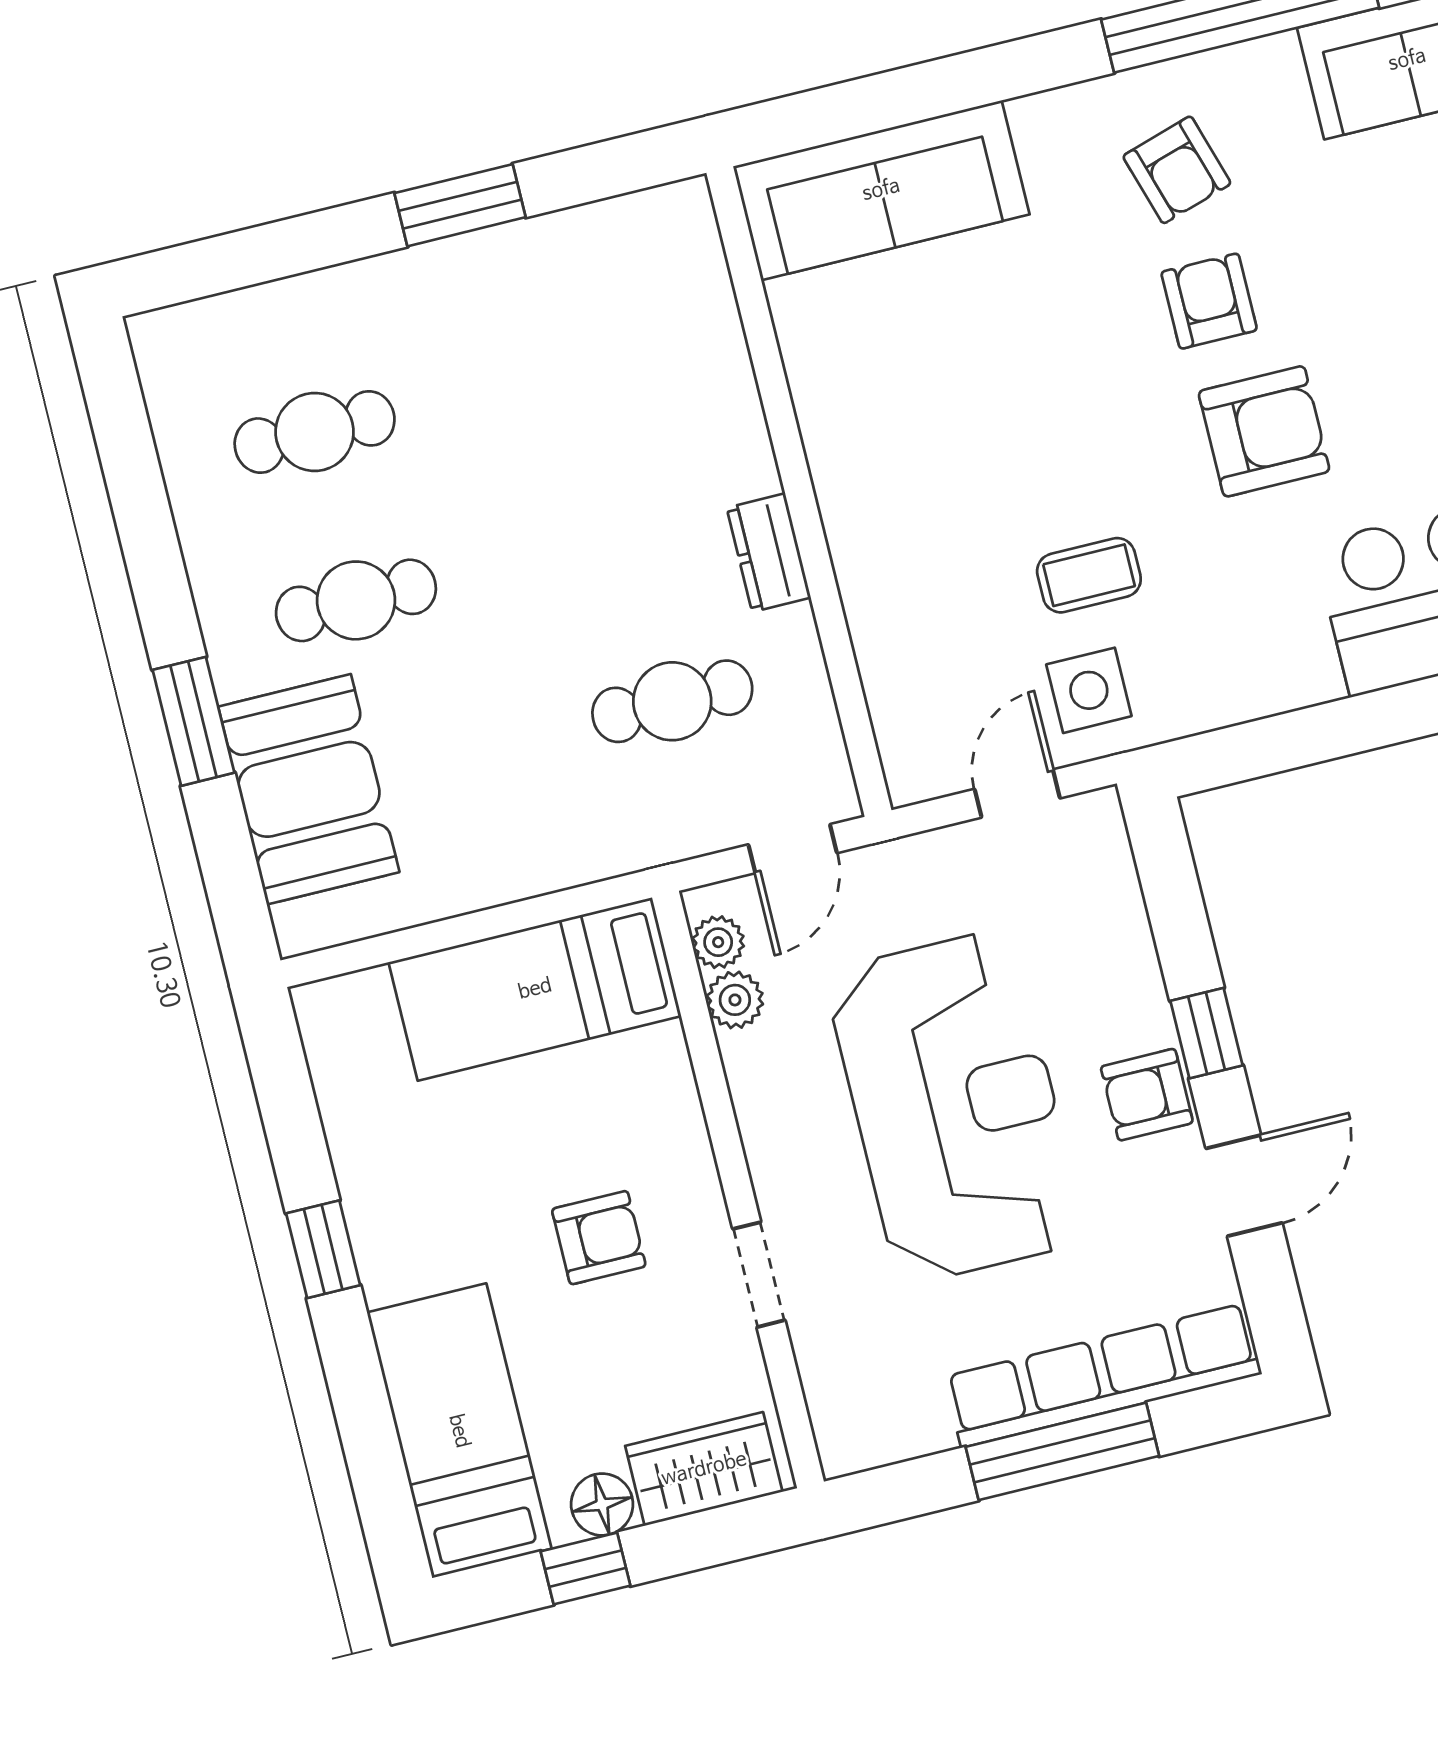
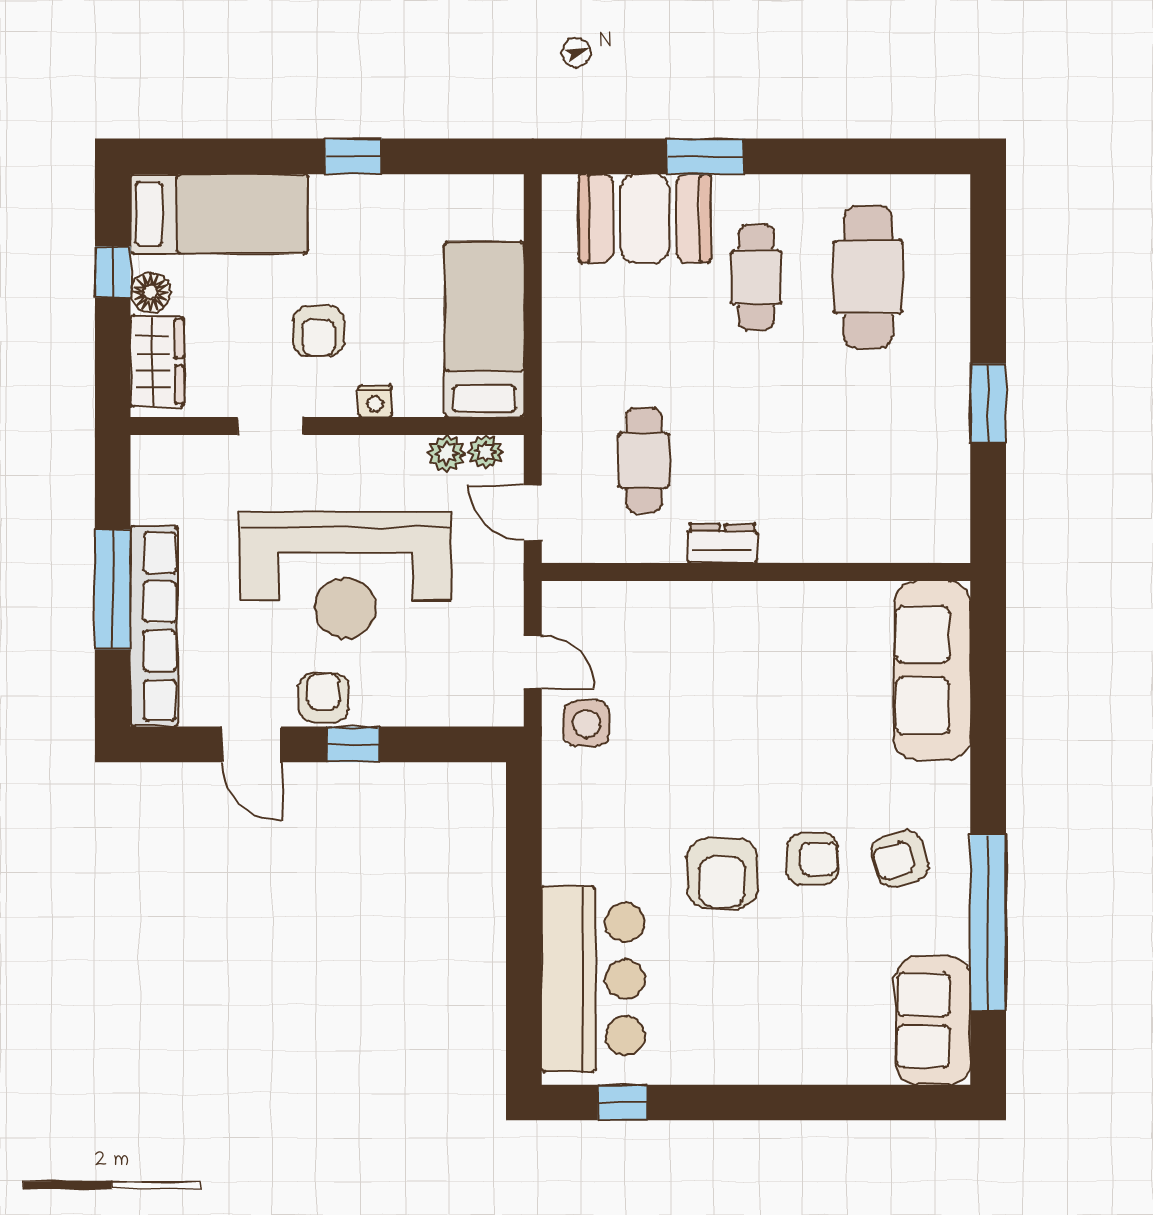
cafe table: (315, 432) -> (868, 277), width x1.37, depth x1.35
coffee table: (1089, 575) -> (659, 741), removed
nightstand: (683, 1126) -> (375, 401), added

